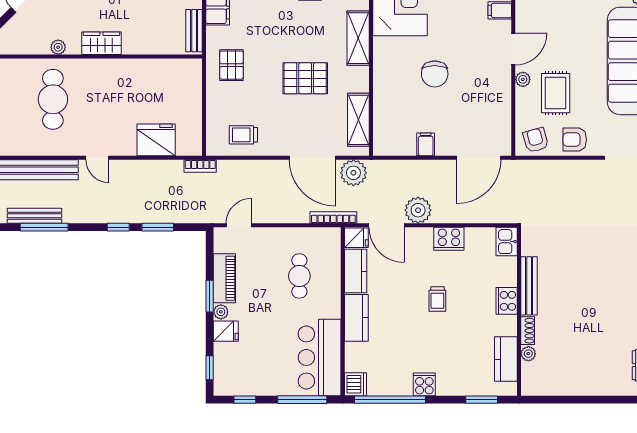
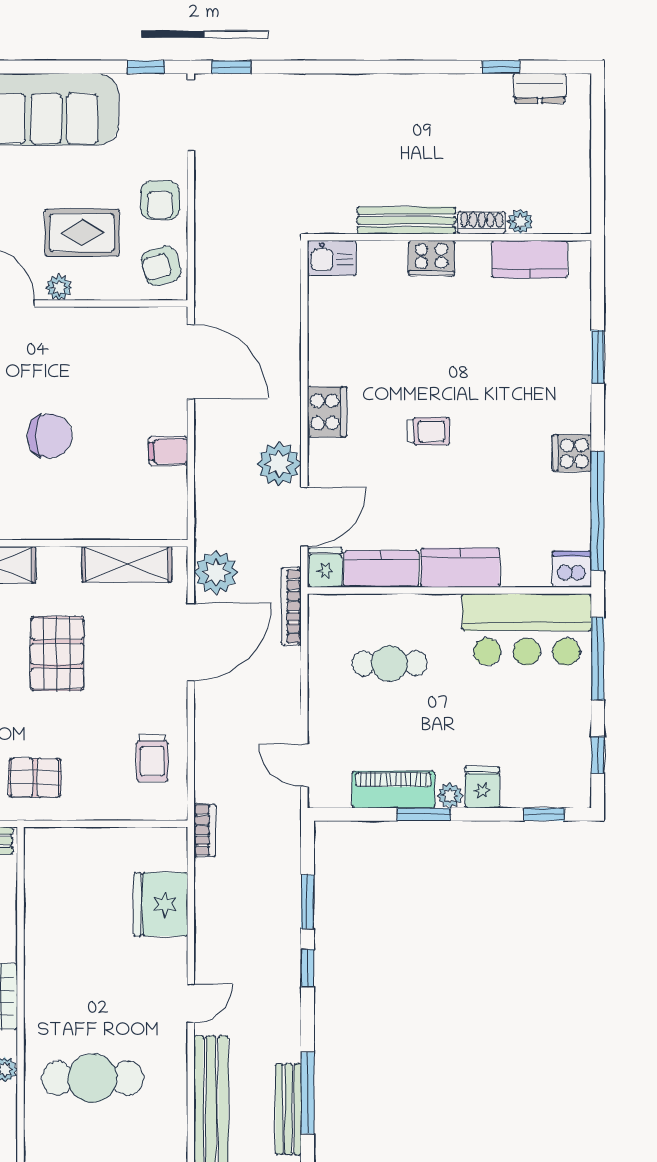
kitchen sink: (507, 242) -> (332, 258), moved
bench: (529, 286) -> (406, 220), moved
cooker: (507, 301) -> (431, 258), moved
wall: (519, 311) -> (449, 237), moved
shoe rack: (528, 331) -> (482, 223), moved
plant: (528, 354) -> (520, 222), moved
kitchen counter: (506, 359) -> (529, 259), moved

